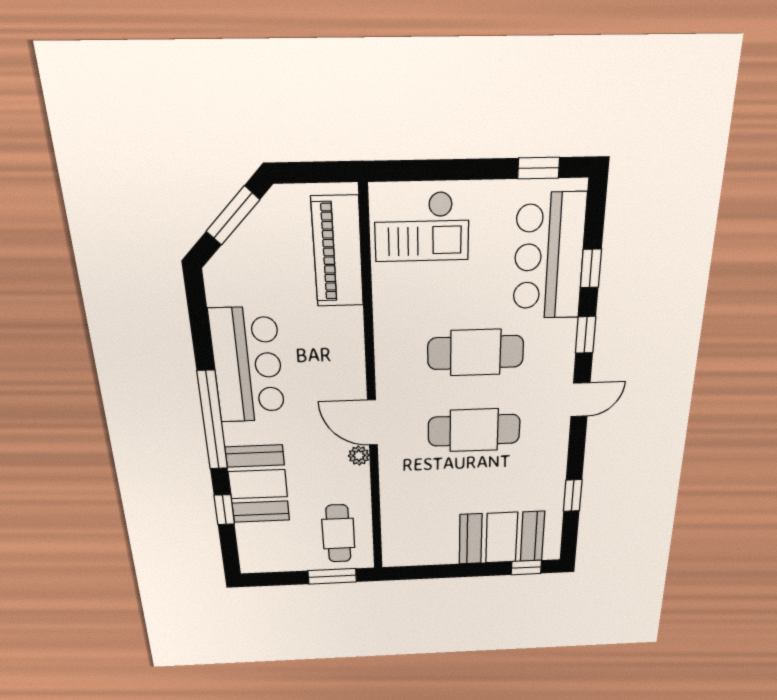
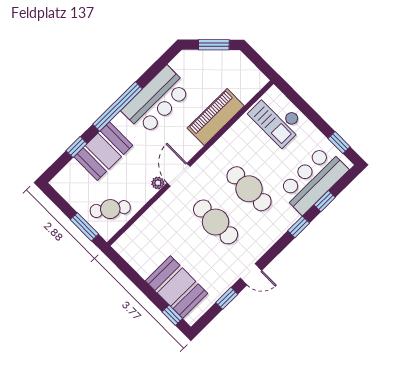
piano: (338, 252) -> (216, 117), moved
door: (580, 400) -> (251, 274), moved
cafe table: (338, 534) -> (110, 209), turned 37

